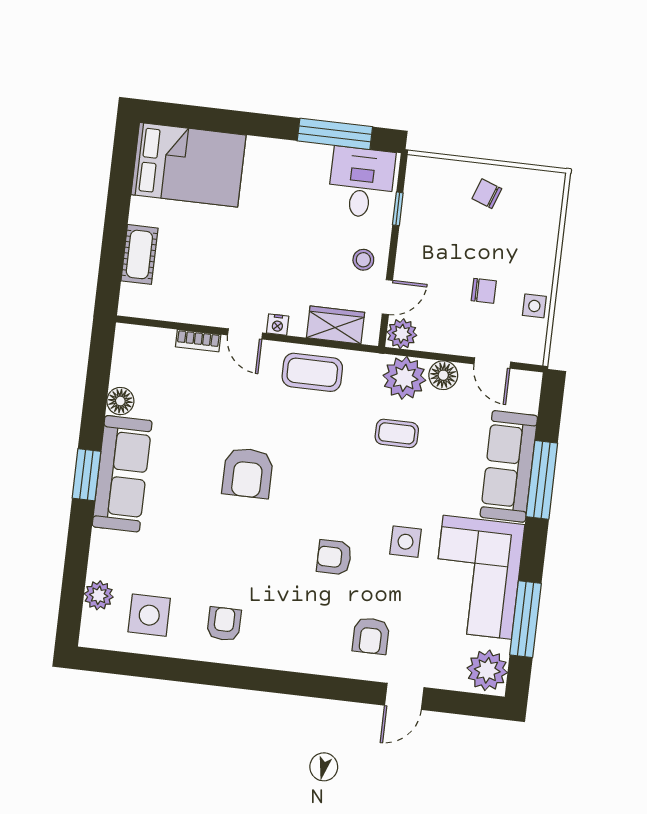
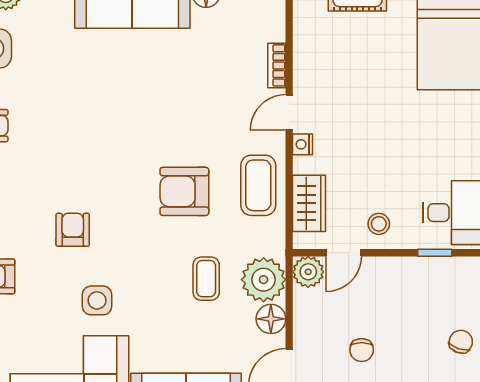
door: (387, 297) -> (344, 253), hinge flipped
armchair: (248, 473) -> (184, 191), moved

